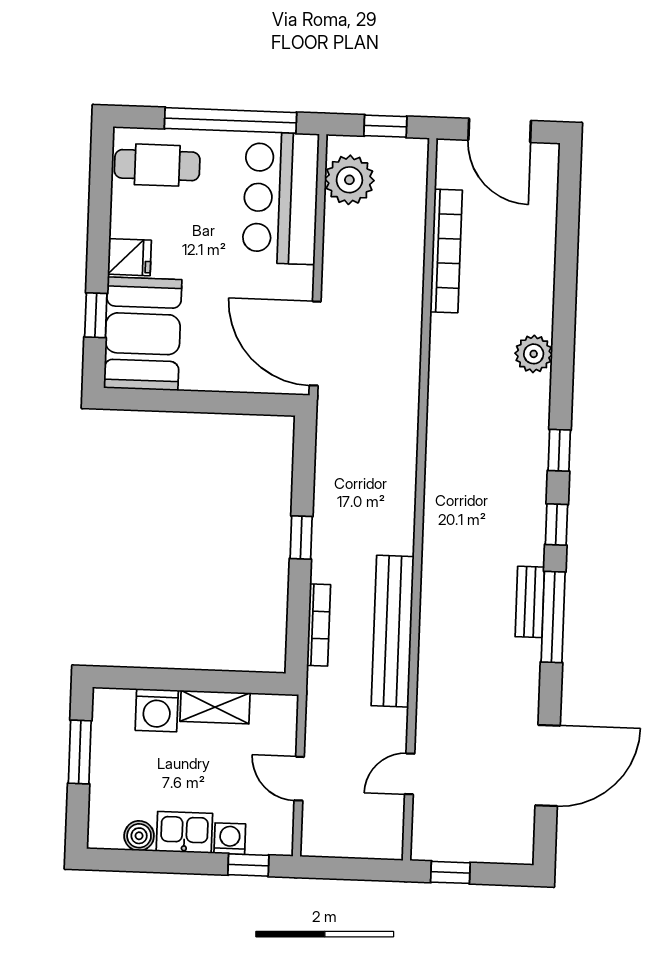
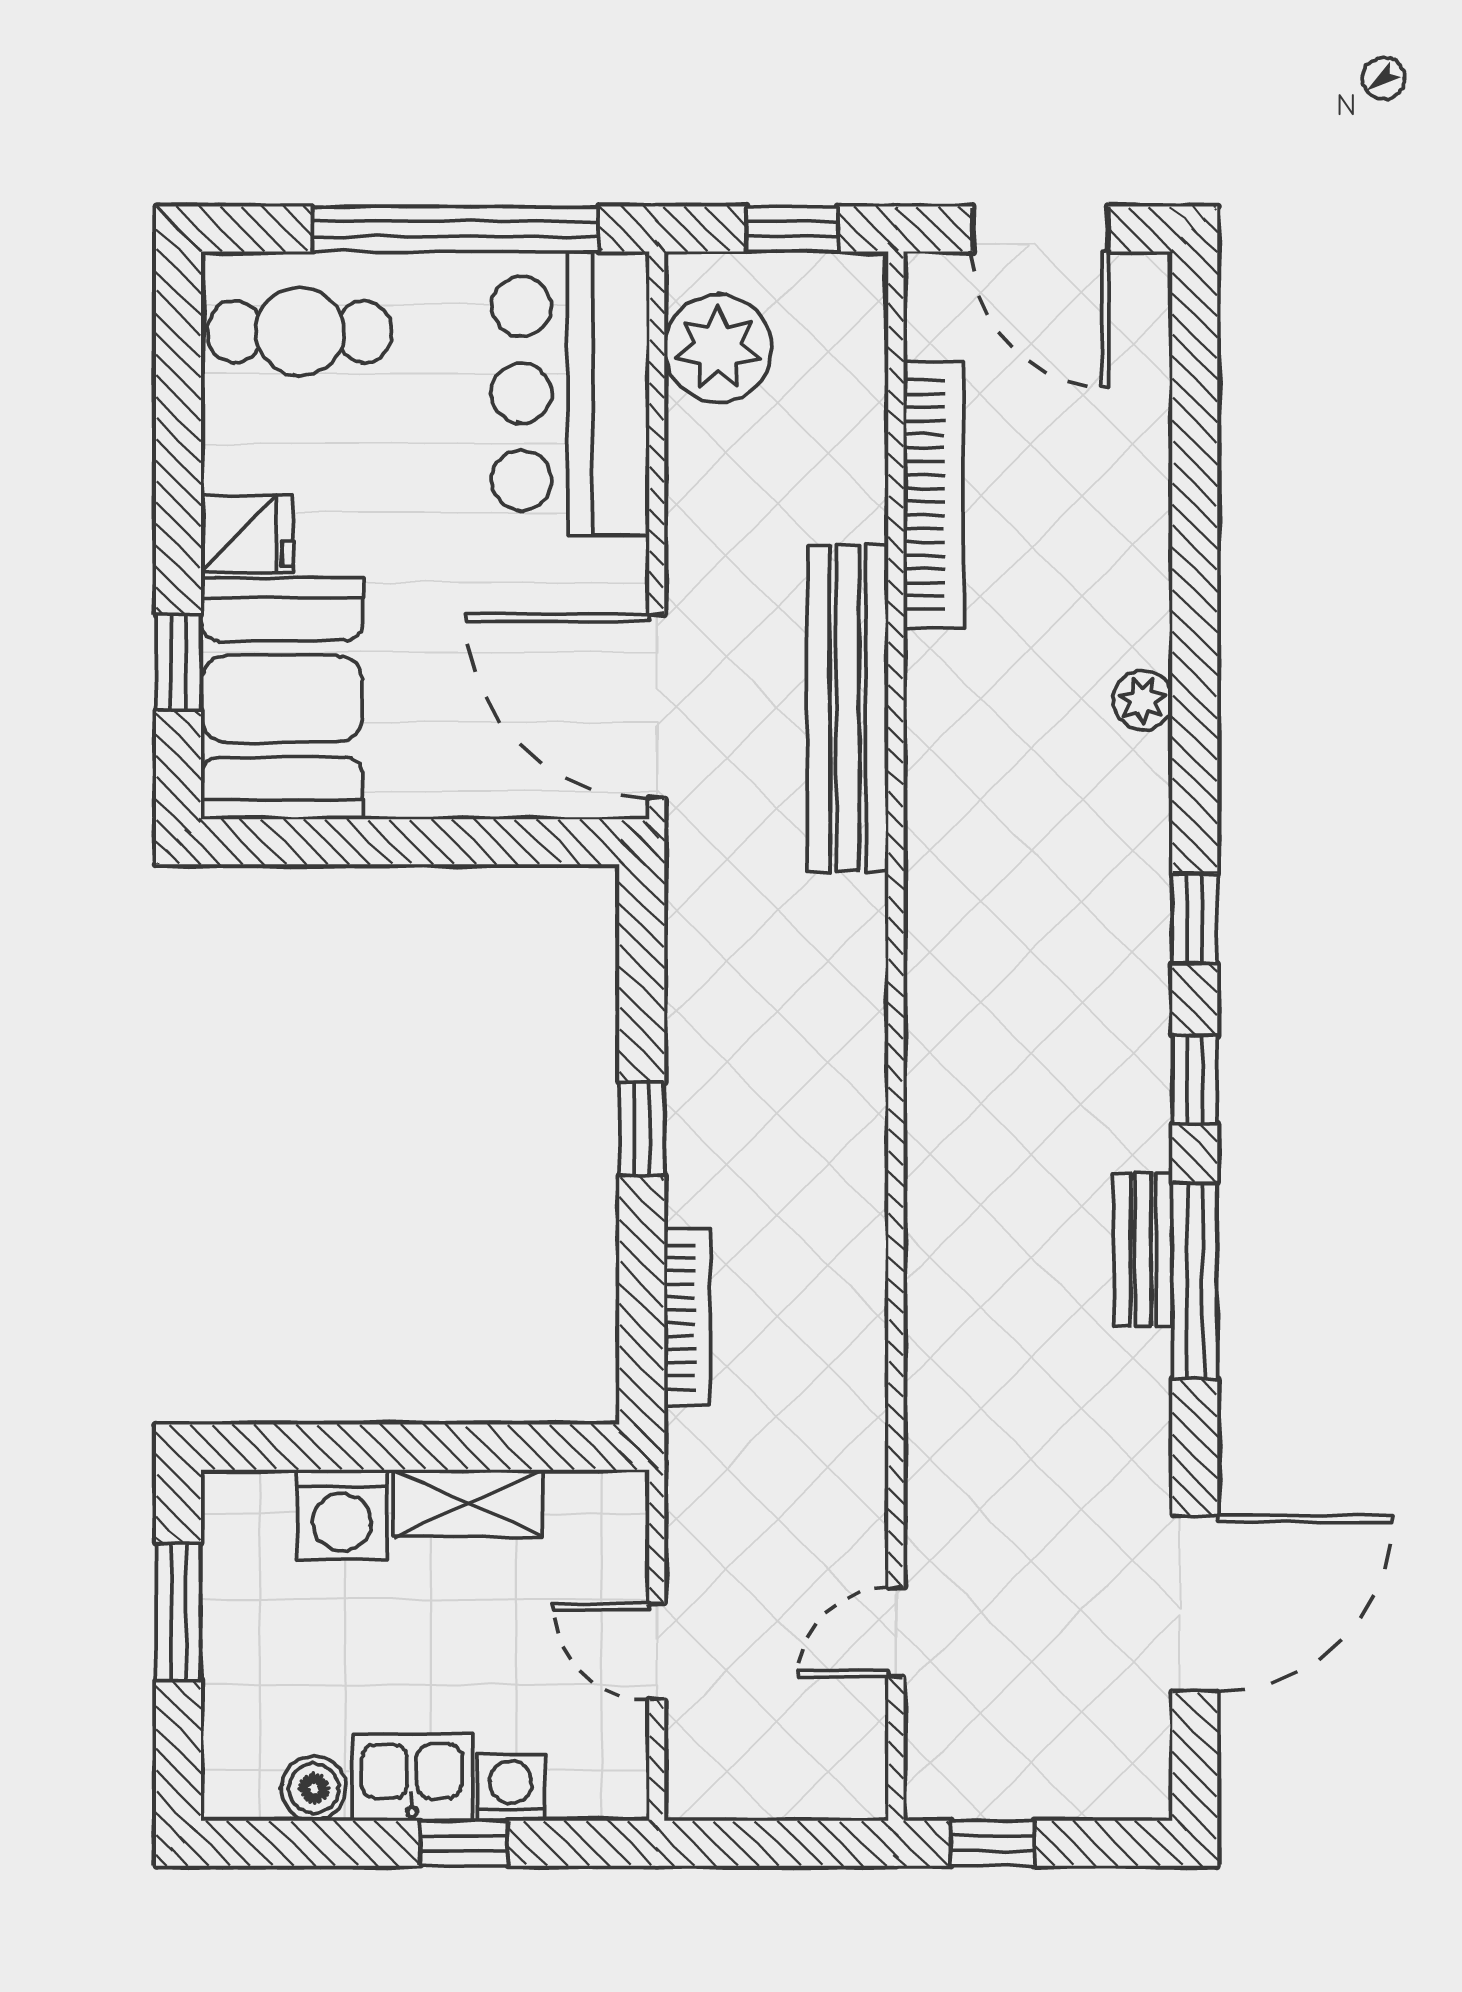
plant: (534, 354) -> (1143, 700), width x0.73, depth x0.73
bench: (393, 631) -> (848, 708), moved
window: (248, 865) -> (464, 1843), moved

